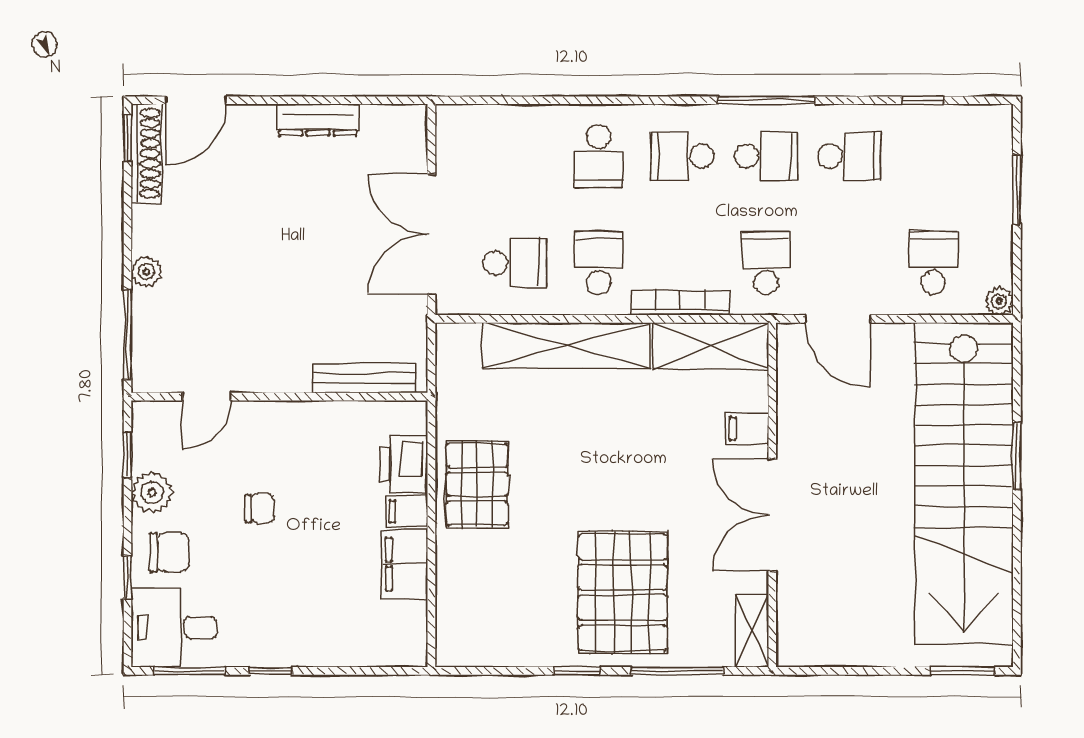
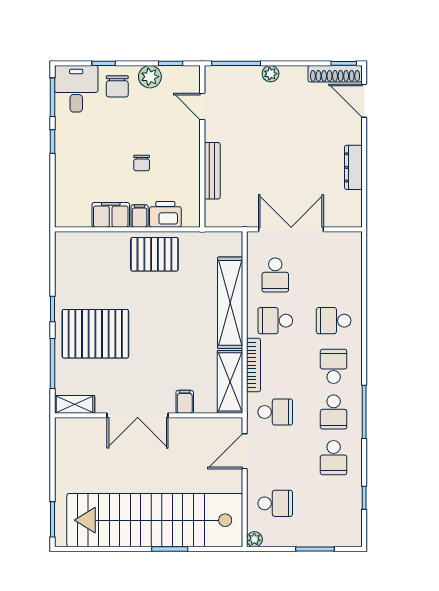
school desk: (599, 263) -> (275, 321), turned 180
bench: (364, 378) -> (212, 171), moved
chair: (260, 508) -> (142, 163), moved
double door: (772, 515) -> (138, 415), swing flipped

